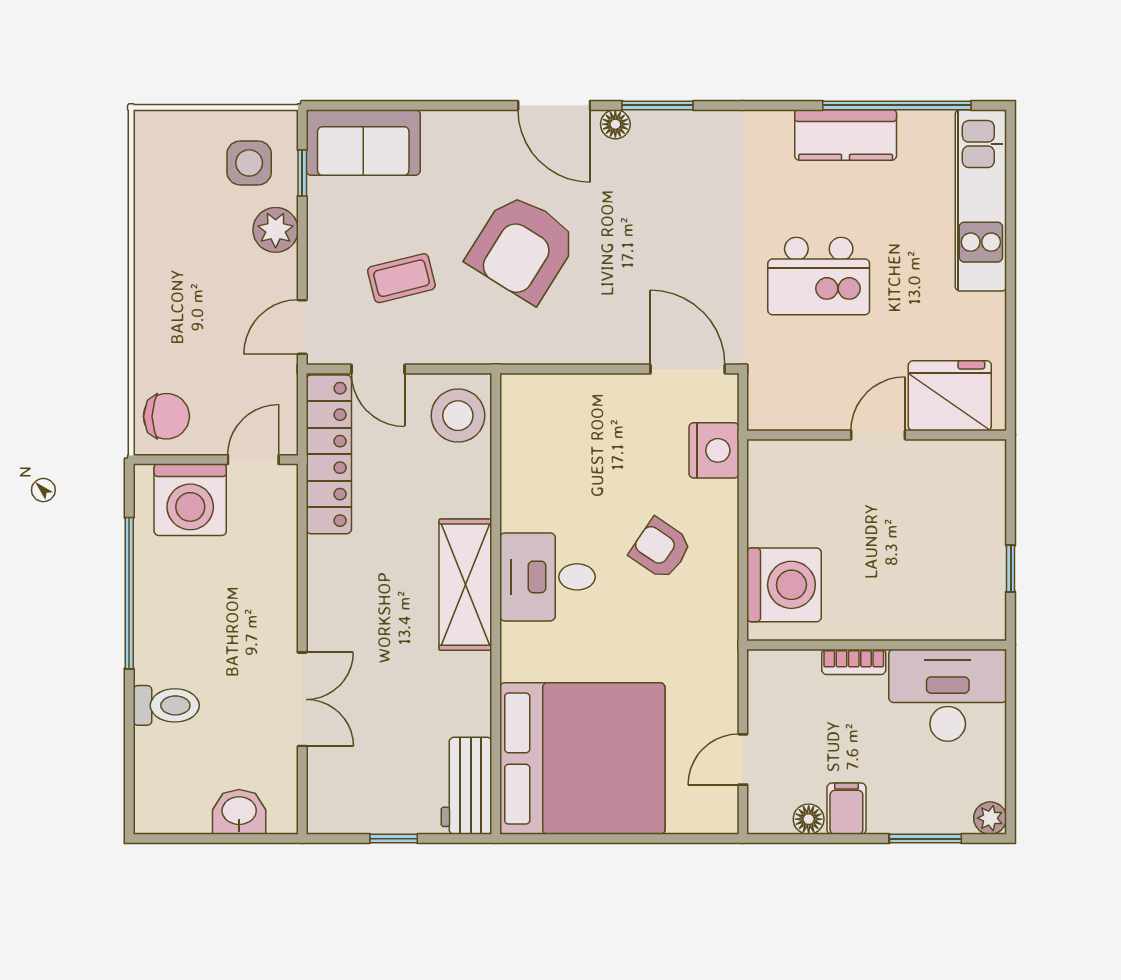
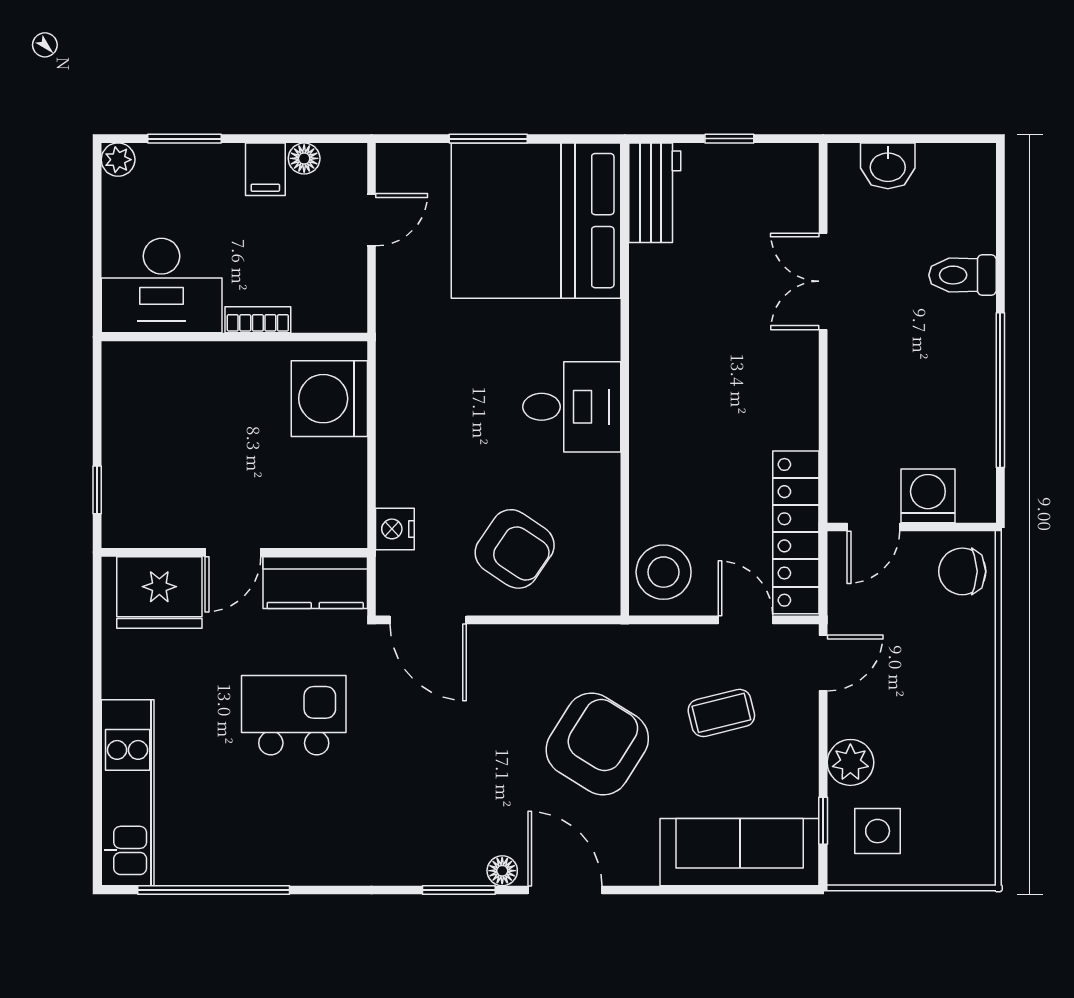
kitchen counter: (846, 135) -> (315, 583), moved, turned 180
sofa: (363, 142) -> (740, 852), width x1.36
nightstand: (714, 450) -> (395, 529), width x0.74, depth x0.75
washing machine: (190, 500) -> (928, 496), width x0.73, depth x0.73
armchair: (661, 549) -> (515, 549), moved, width x1.38, depth x1.38
window: (1011, 569) -> (97, 490), moved
shelving: (465, 585) -> (656, 399), removed
window: (629, 839) -> (488, 139), added

